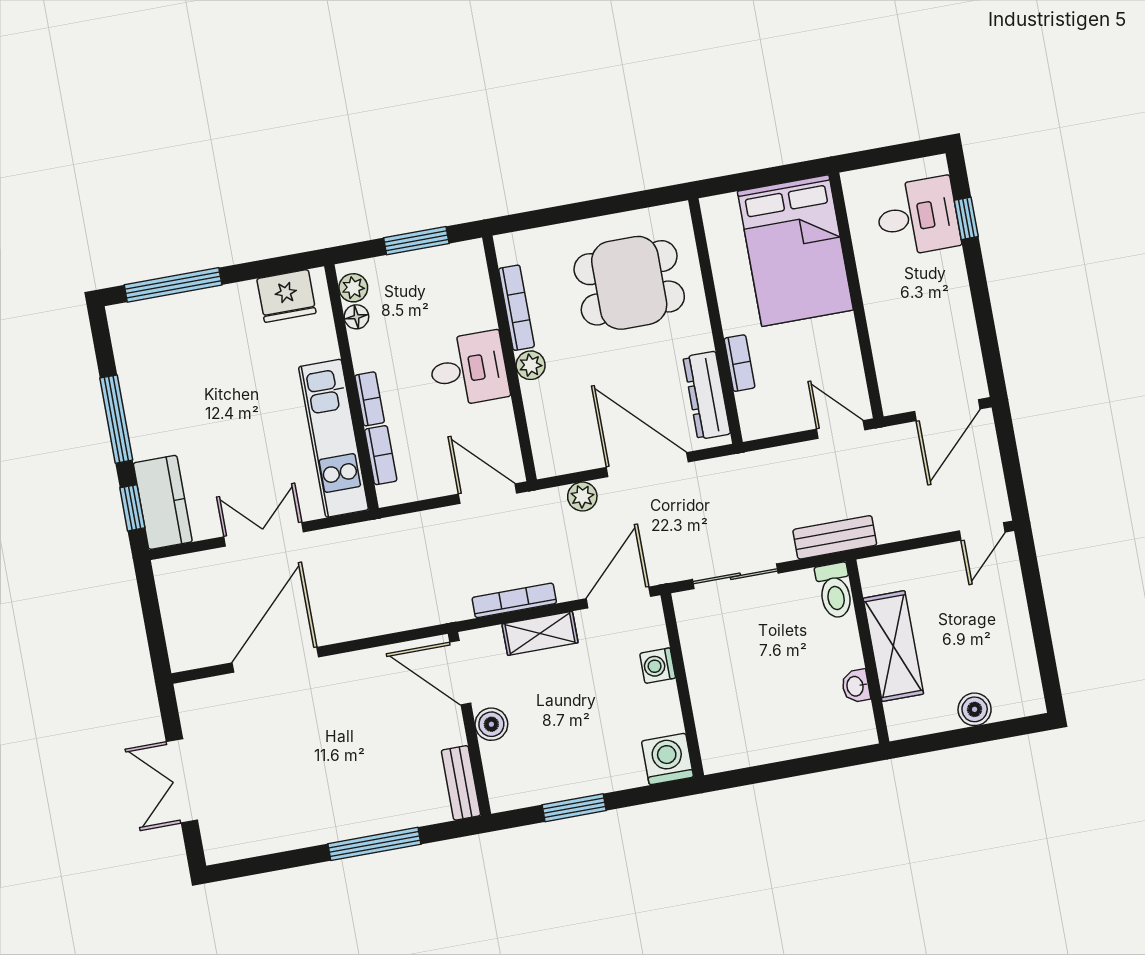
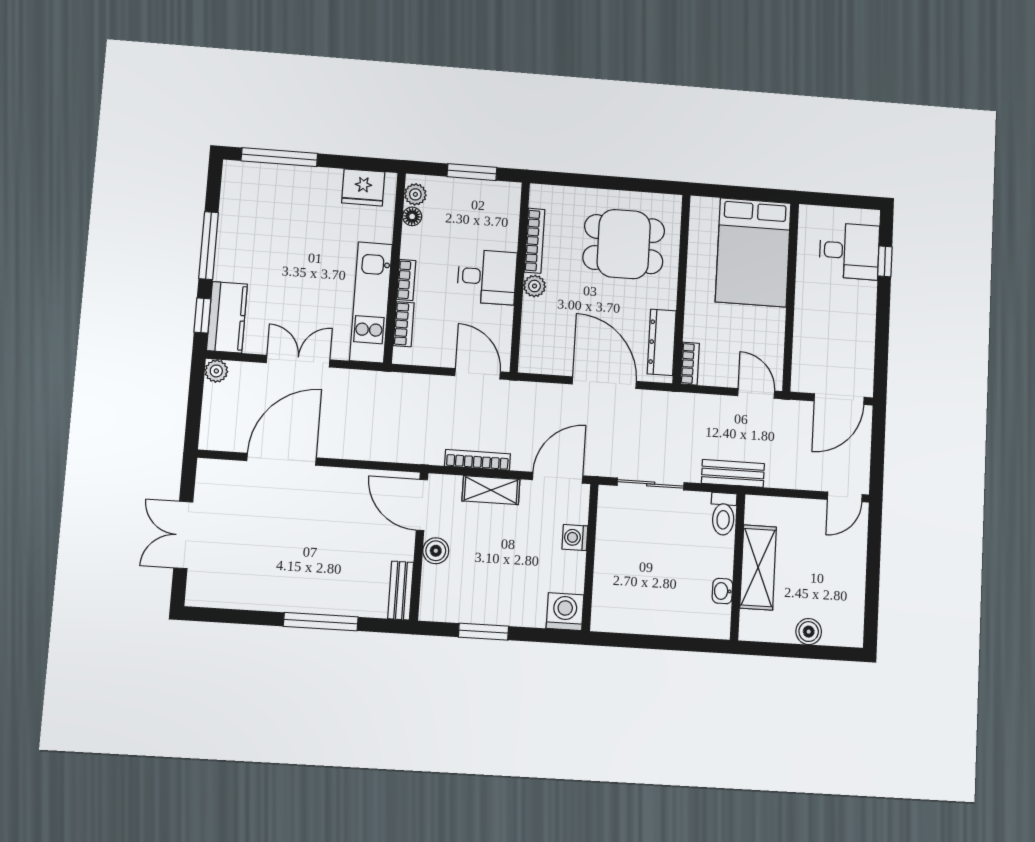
bookcase: (739, 363) -> (690, 364), moved
plant: (582, 497) -> (216, 371), moved

